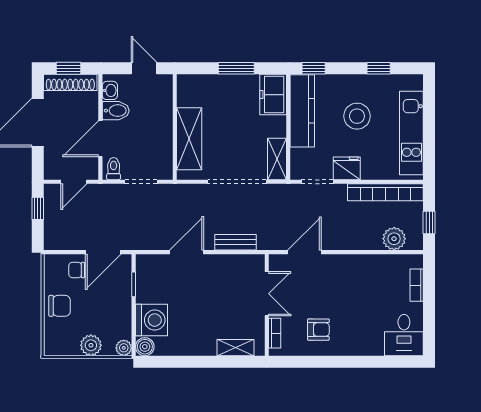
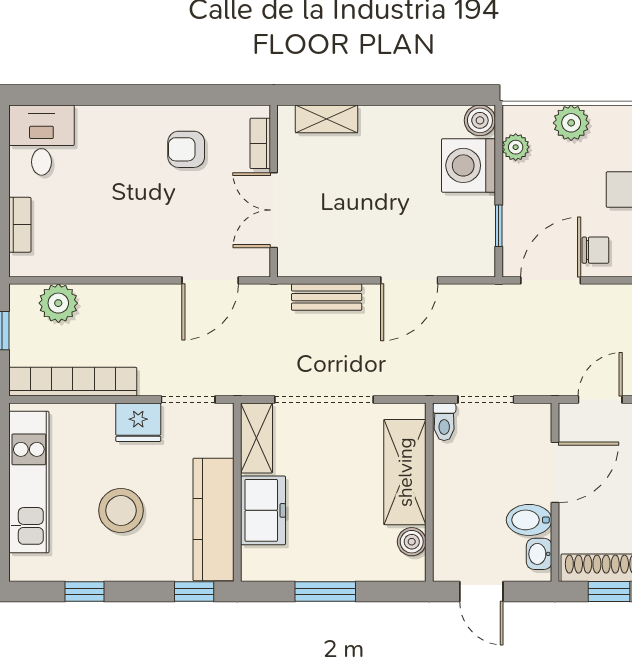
freezer: (273, 95) -> (263, 510), moved
boiler: (185, 98) -> (412, 542), added
toilet: (114, 169) -> (444, 422), moved
plant: (124, 348) -> (516, 147), moved

